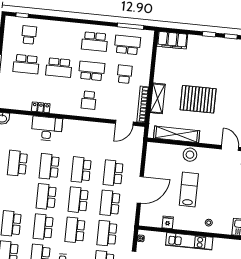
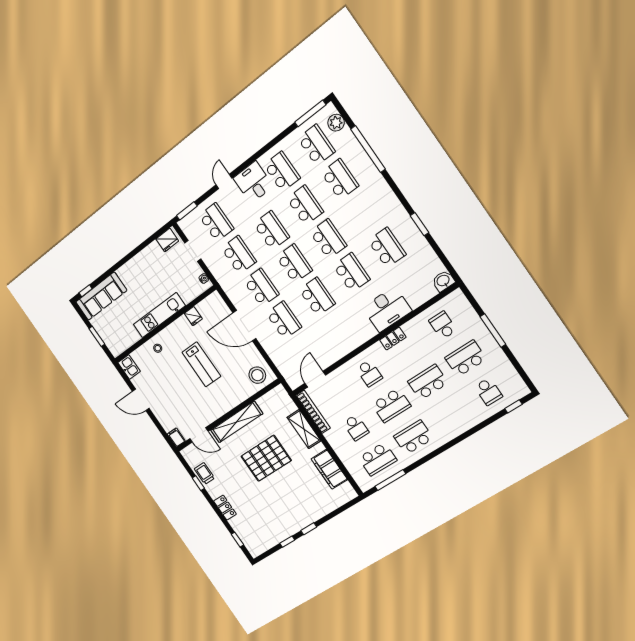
filing cabinet: (172, 40) -> (329, 469), moved, turned -90
school desk: (23, 93) -> (443, 325), added
school desk: (89, 100) -> (369, 373), turned 180
locker: (41, 107) -> (393, 339), moved
shelving: (177, 134) -> (237, 422), moved
stool: (190, 155) -> (257, 375), moved
door: (140, 190) -> (244, 326), hinge flipped

